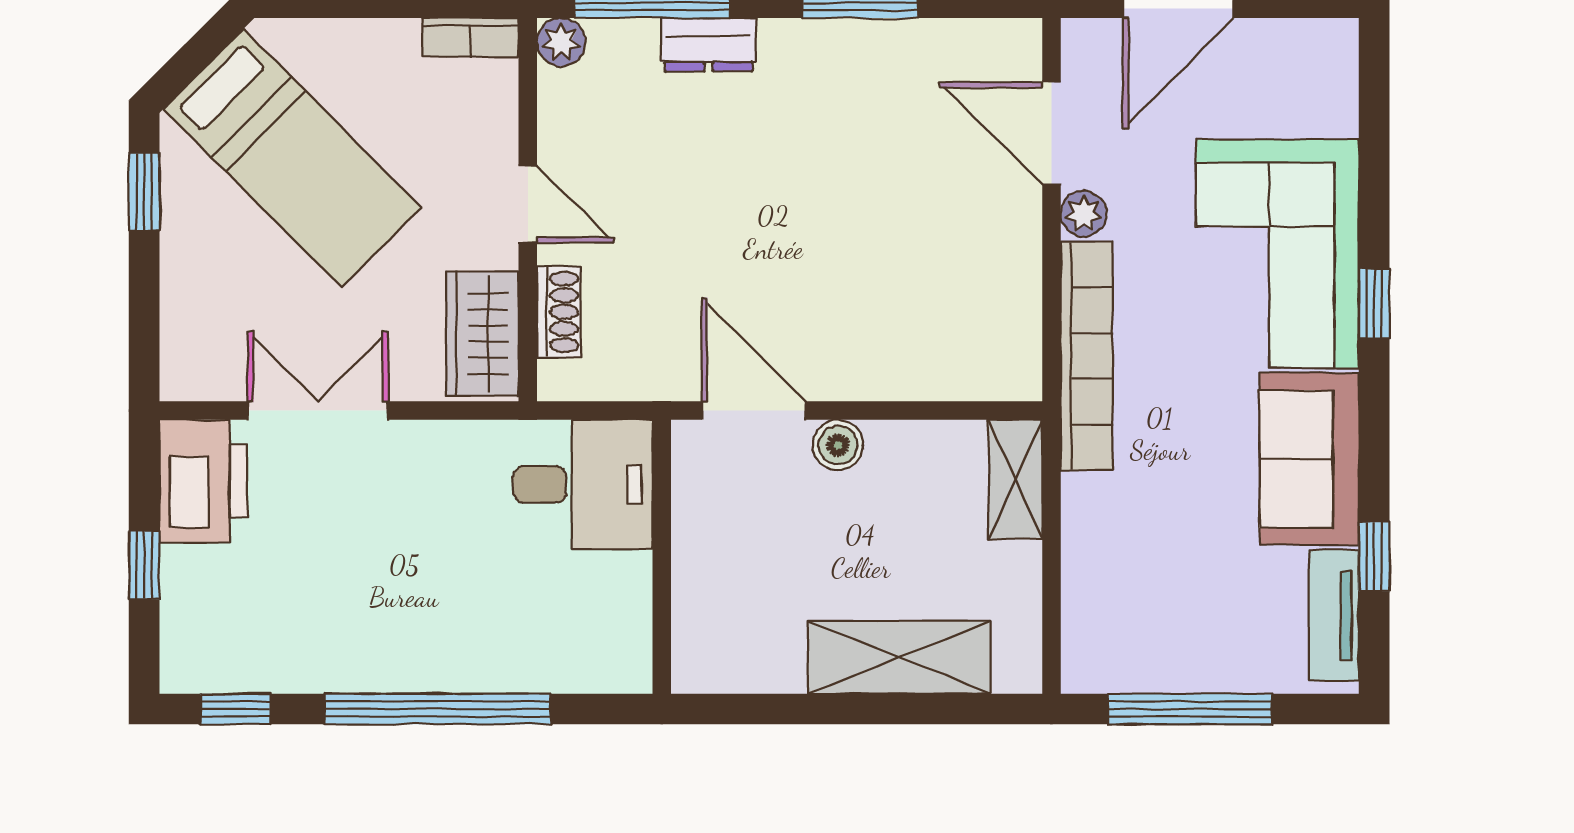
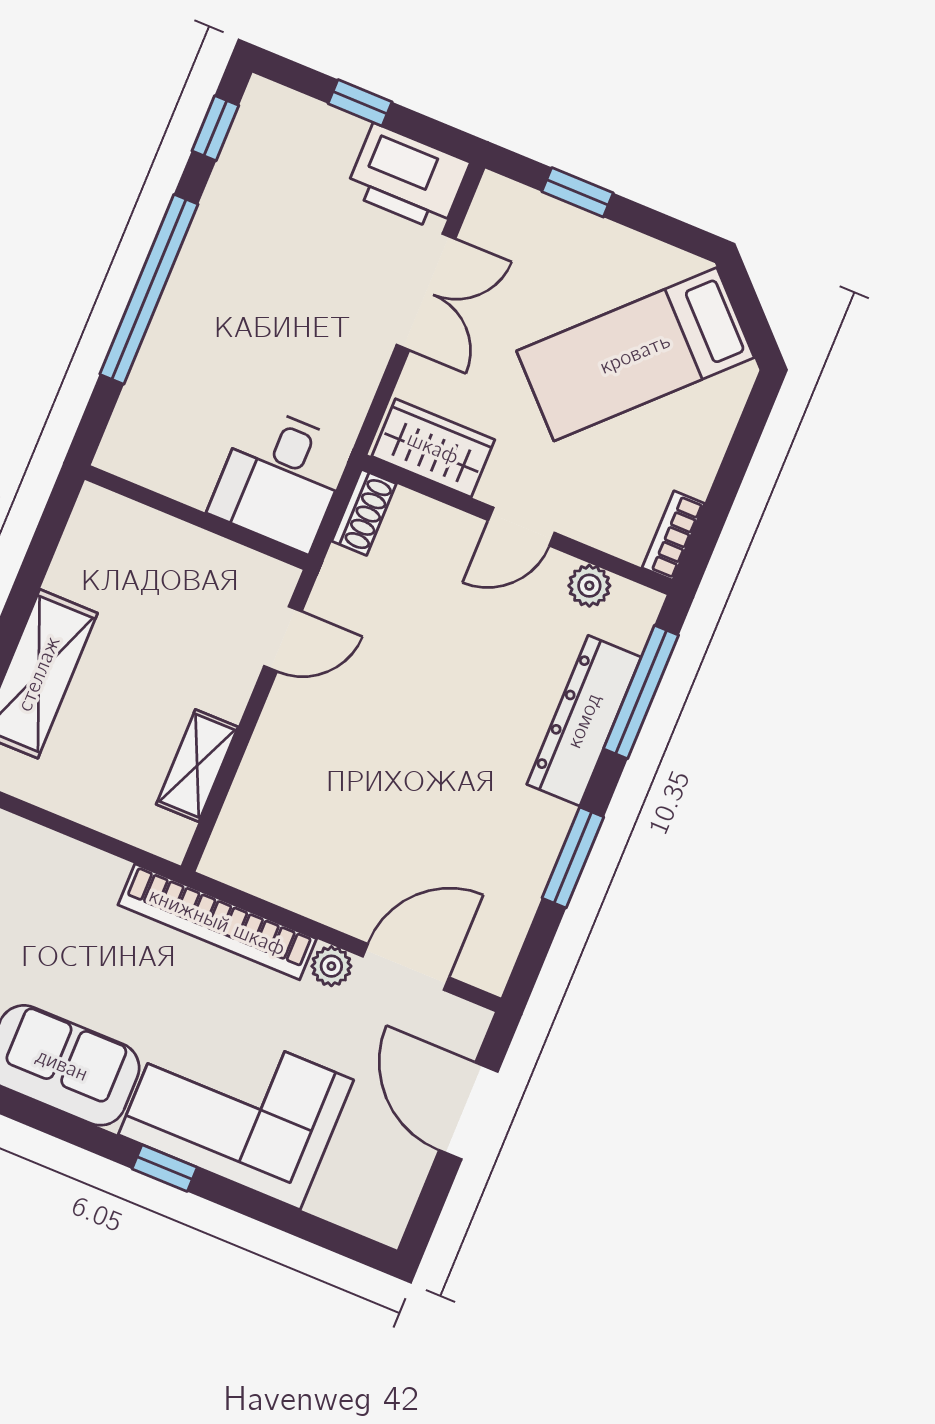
plant: (561, 42) -> (589, 586), moved
dresser: (708, 45) -> (584, 721), width x1.96, depth x1.24
window: (144, 192) -> (578, 192), moved
shoe rack: (559, 312) -> (364, 512), moved, turned -90
door: (754, 411) -> (283, 639), width x0.73
boiler: (838, 445) -> (228, 694), removed
shelving: (1015, 479) -> (197, 766), moved, turned 90

